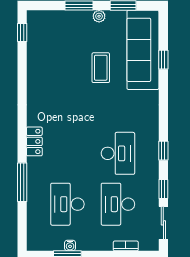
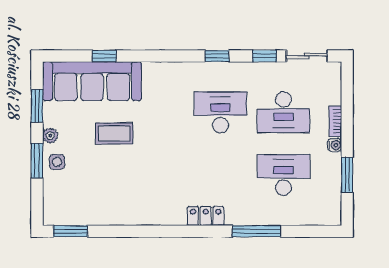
side table: (78, 22) -> (57, 162), added
window: (22, 32) -> (70, 231), width x1.50
desk: (67, 204) -> (284, 175), turned 180
water cooler: (70, 245) -> (335, 145), moved
bookcase: (126, 246) -> (335, 121), moved

